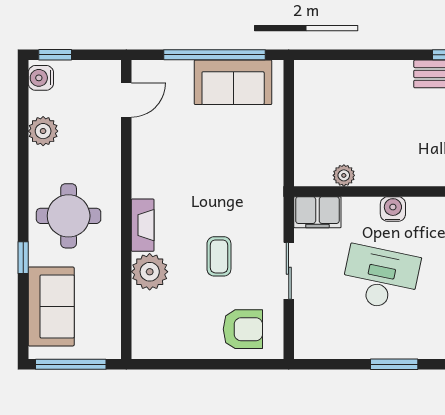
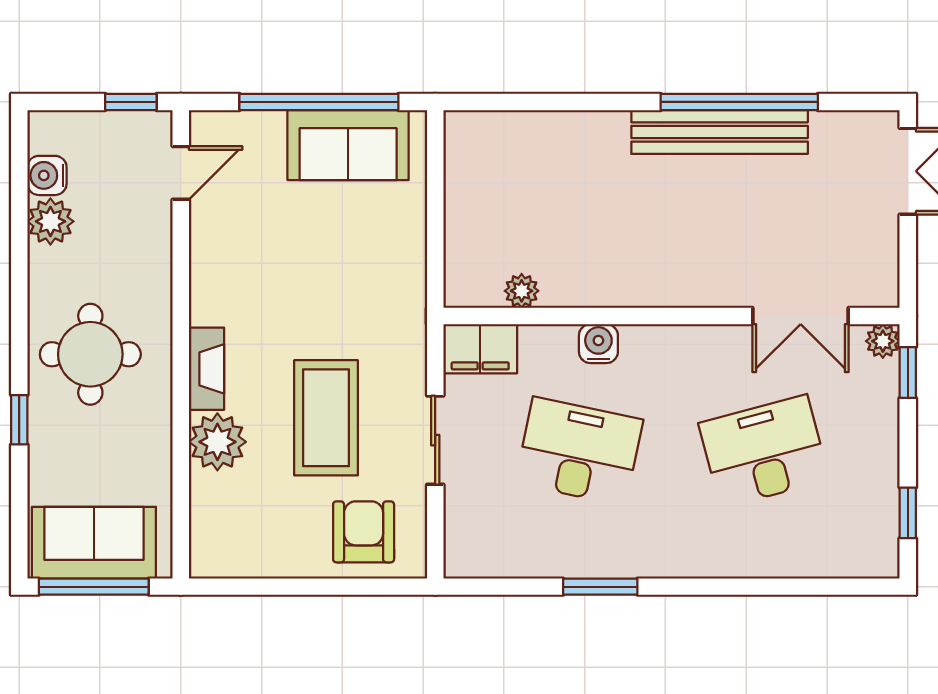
window: (55, 55) -> (131, 102), moved
water cooler: (41, 78) -> (47, 175), moved
coffee table: (219, 256) -> (326, 418), width x1.86, depth x1.72
sofa: (51, 306) -> (94, 543), moved, turned -90
armchair: (243, 329) -> (364, 532), turned -90

